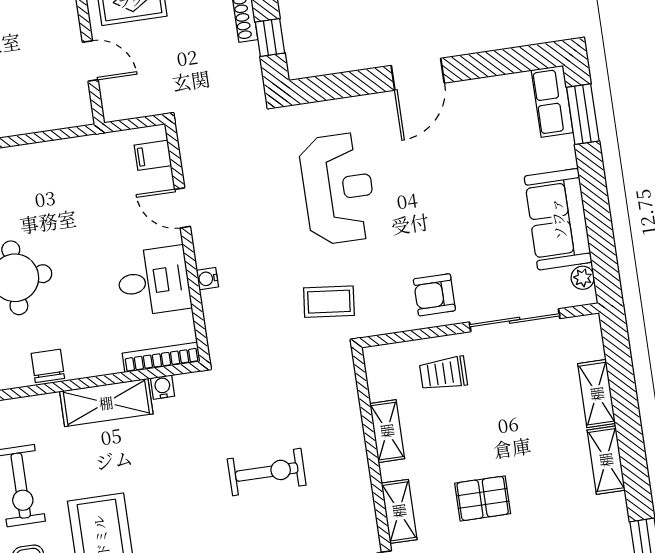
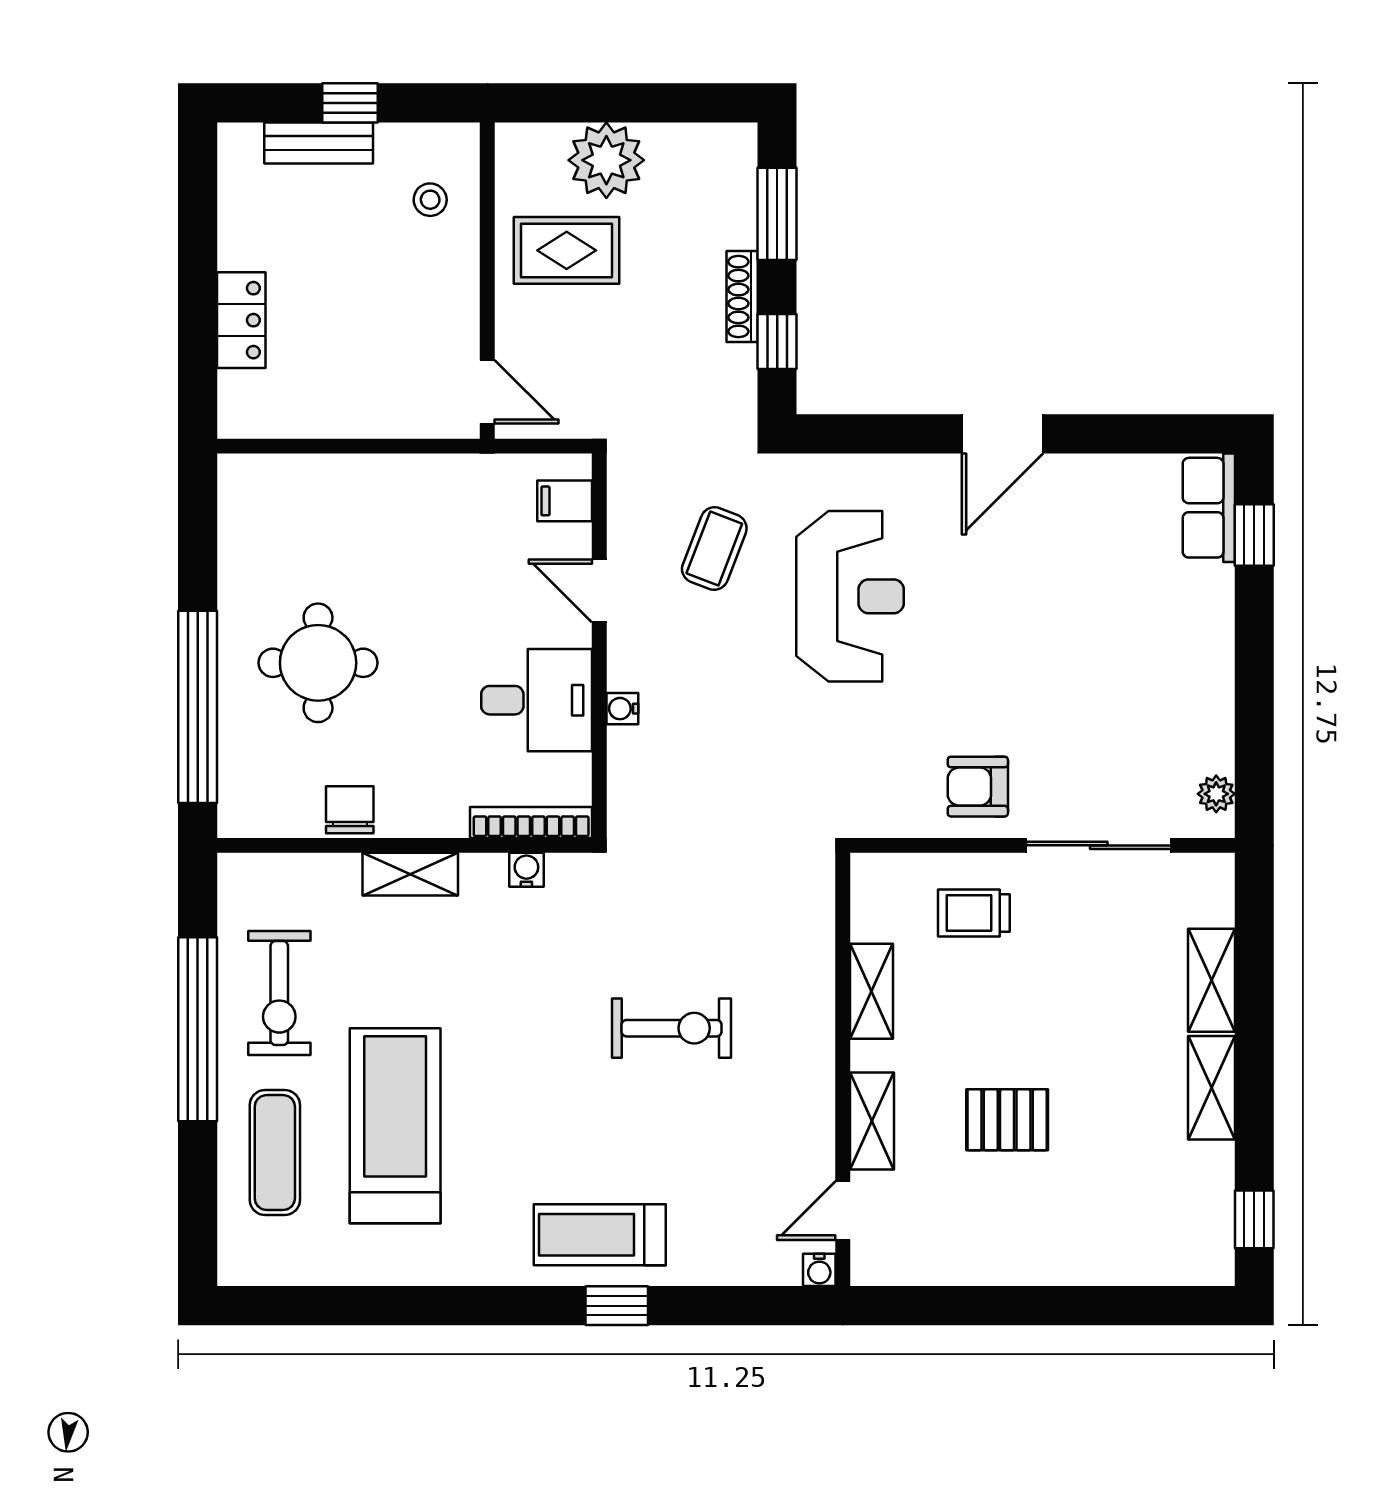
door: (90, 61) -> (487, 392), moved
window: (583, 114) -> (1254, 535), width x0.67
sofa: (558, 219) -> (1191, 695), removed
coffee table: (329, 302) -> (714, 549), moved, turned -75
shelving: (106, 403) -> (410, 874), width x0.67, depth x0.75

